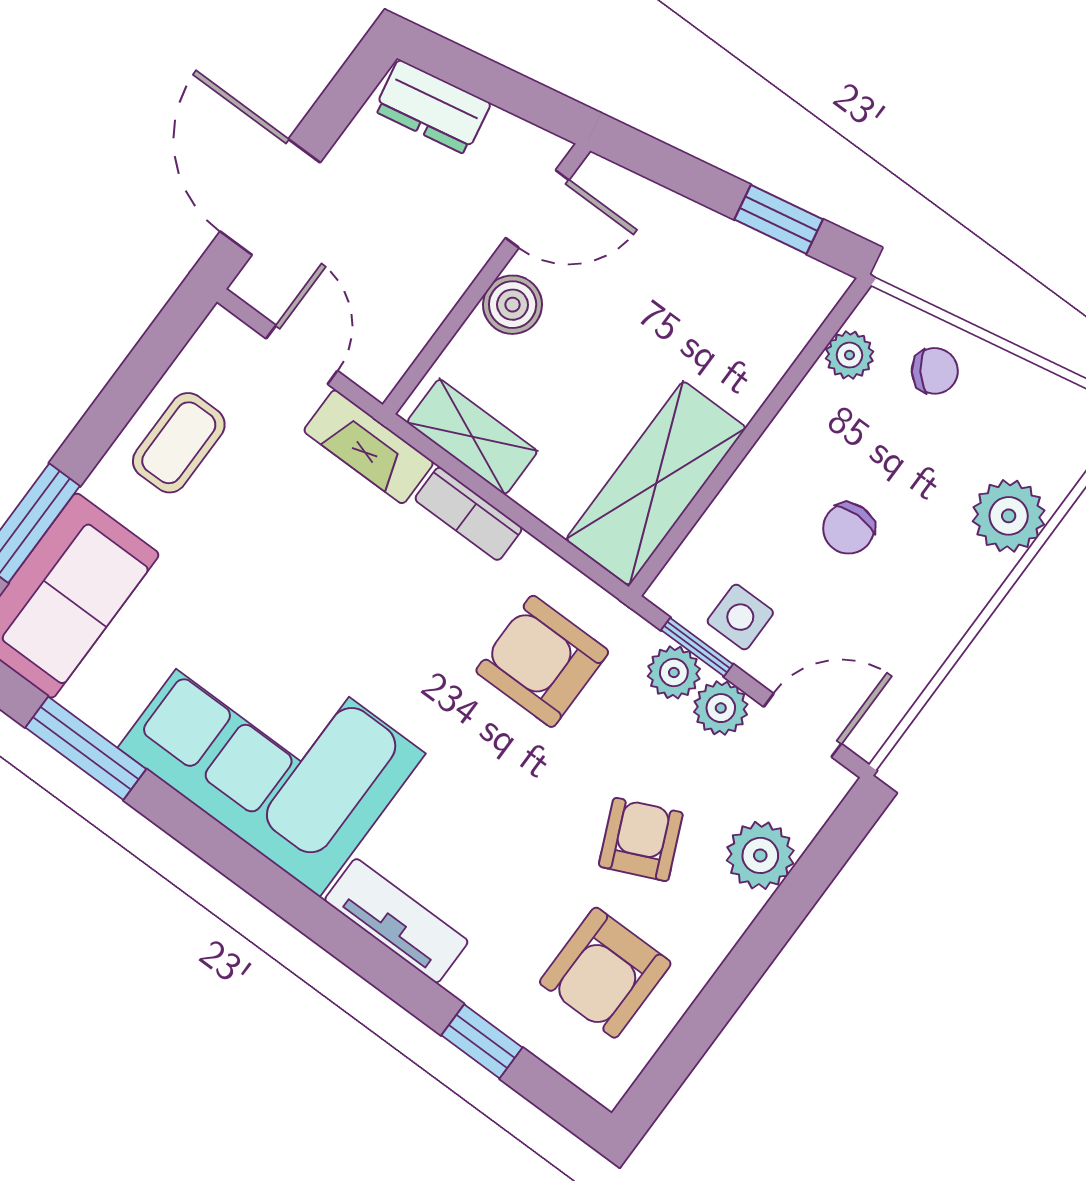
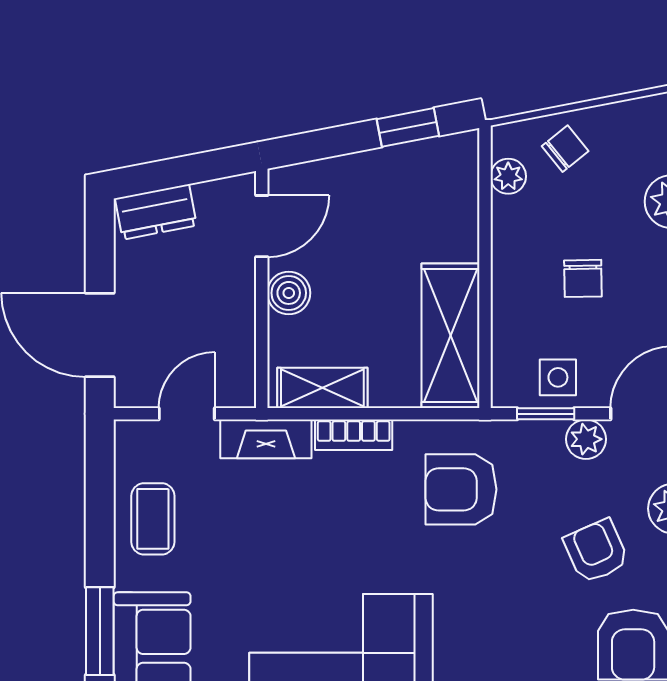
door: (302, 355) -> (187, 414), hinge flipped
plant: (674, 672) -> (543, 439), removed

